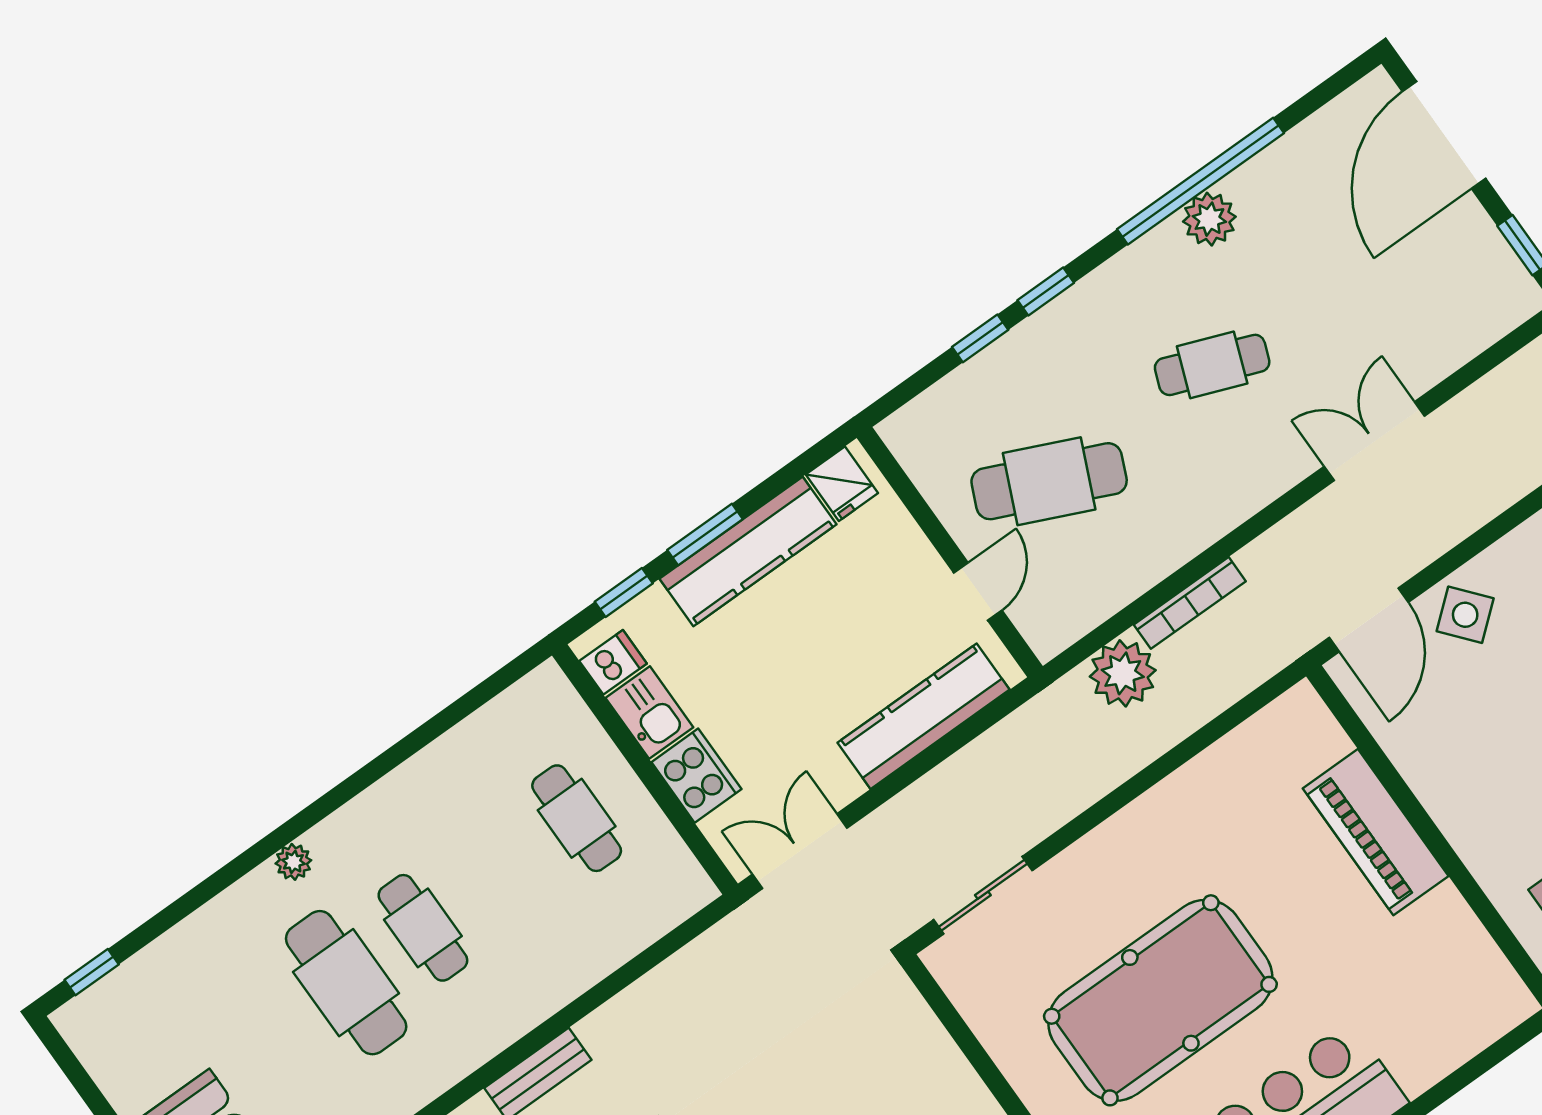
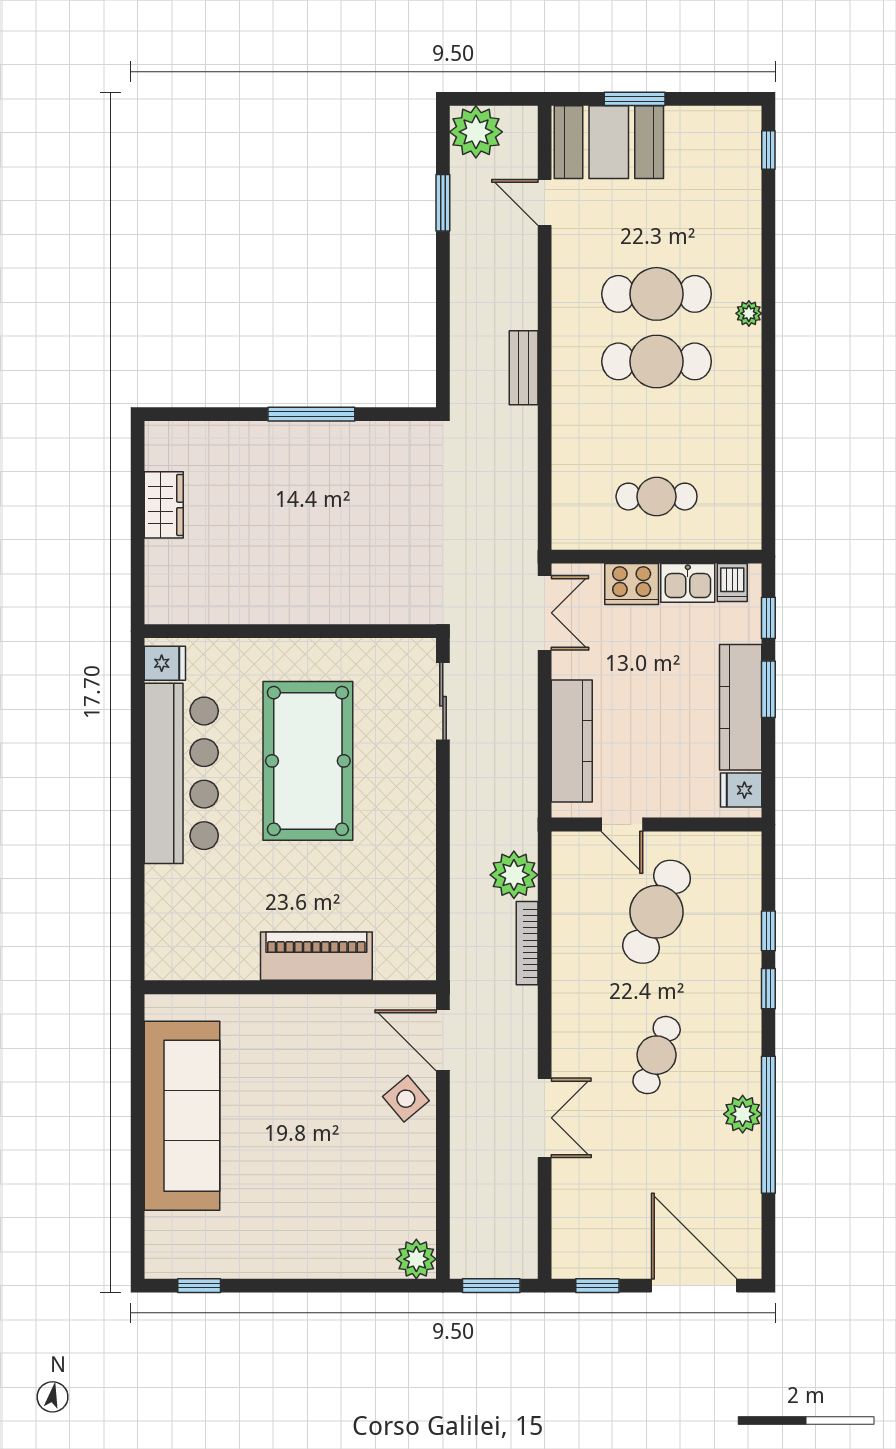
cafe table: (423, 928) -> (657, 361), width x1.37, depth x1.35

